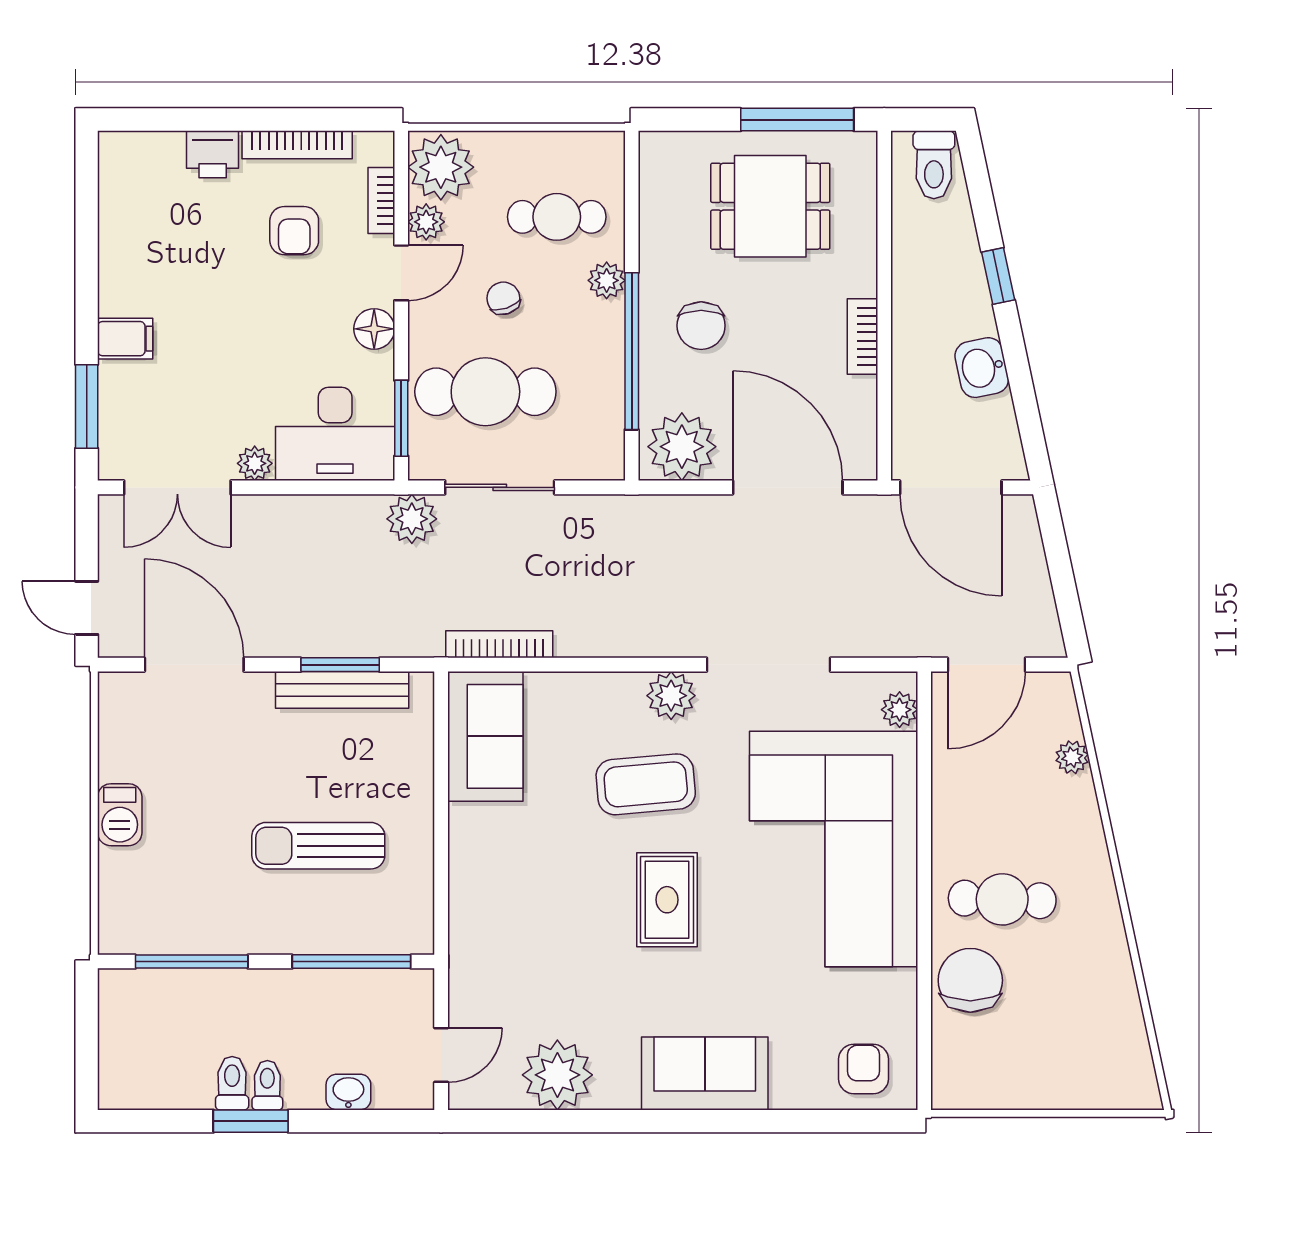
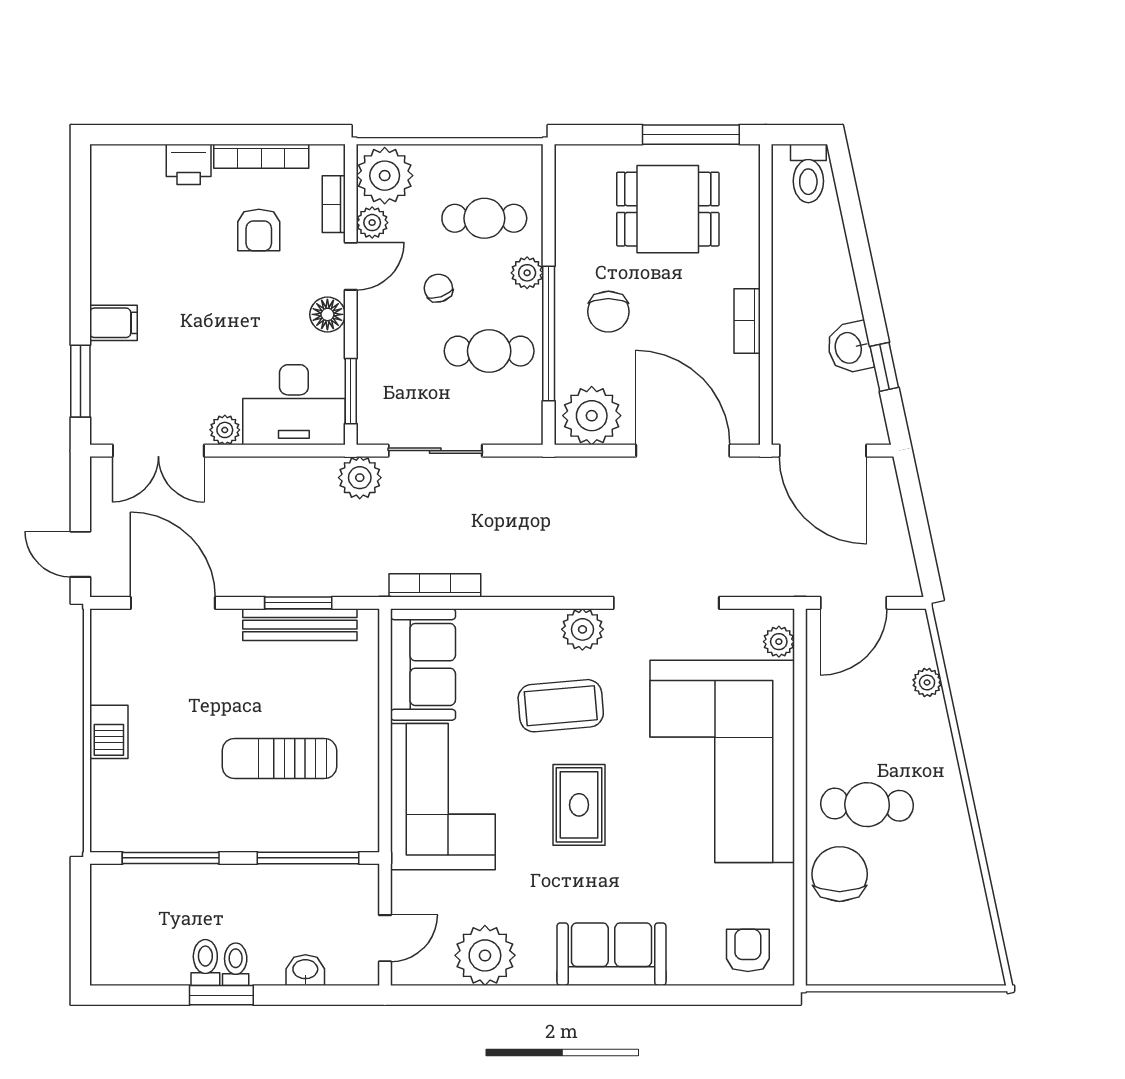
window: (998, 276) -> (884, 367), moved
cafe table: (485, 392) -> (489, 351), moved, width x0.73, depth x0.74
corner sofa: (509, 890) -> (443, 797), added

